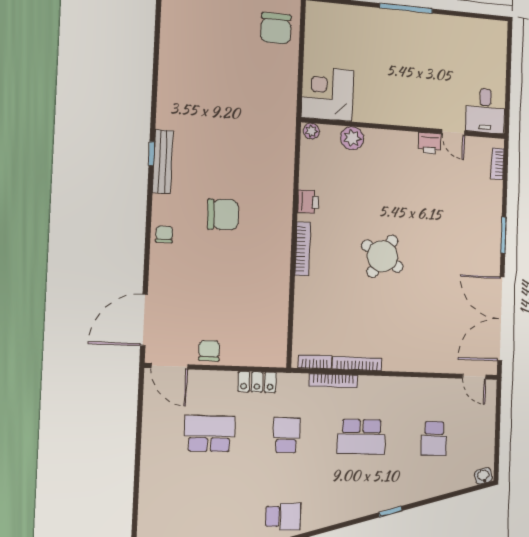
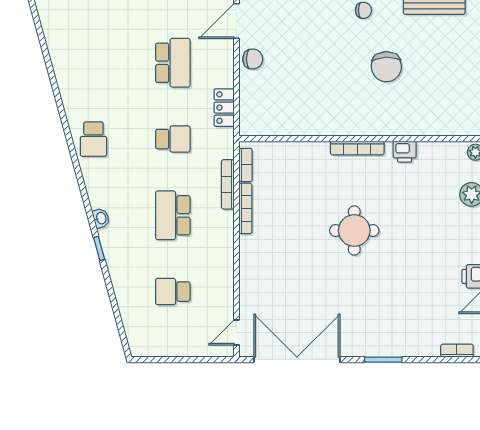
round table: (382, 256) -> (354, 230), turned -31
washbasin: (483, 476) -> (101, 218), moved

